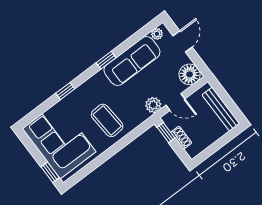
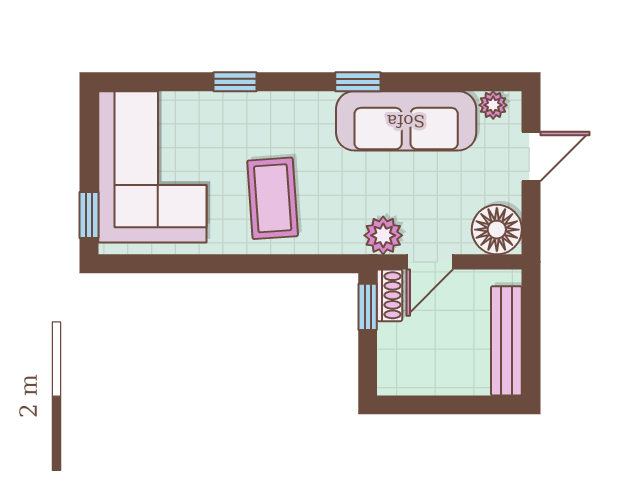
door: (175, 102) -> (430, 262), hinge flipped
shoe rack: (181, 138) -> (389, 295), moved

